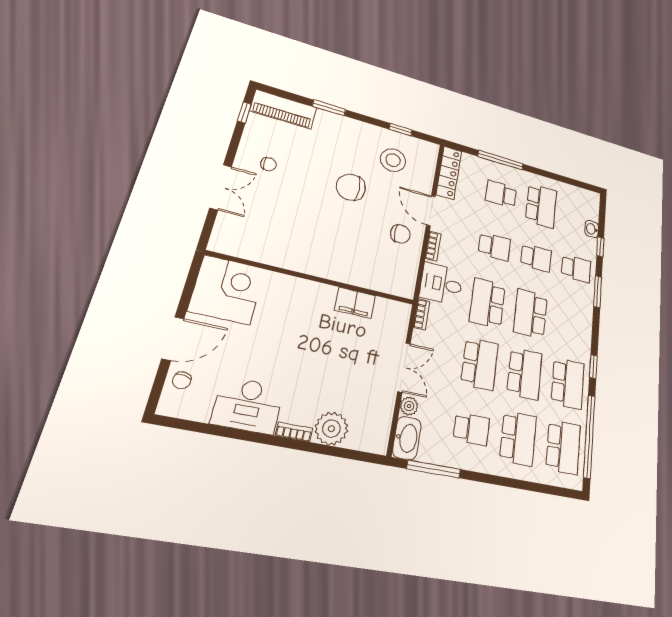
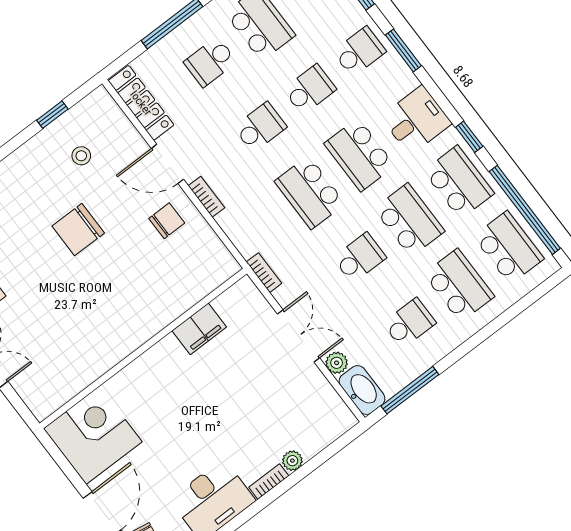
stool: (393, 160) -> (81, 156), width x0.53, depth x0.53
desk: (441, 284) -> (416, 120), moved, turned 180
school desk: (480, 364) -> (360, 258), width x0.54
plant: (331, 429) -> (292, 461), width x0.53, depth x0.53

